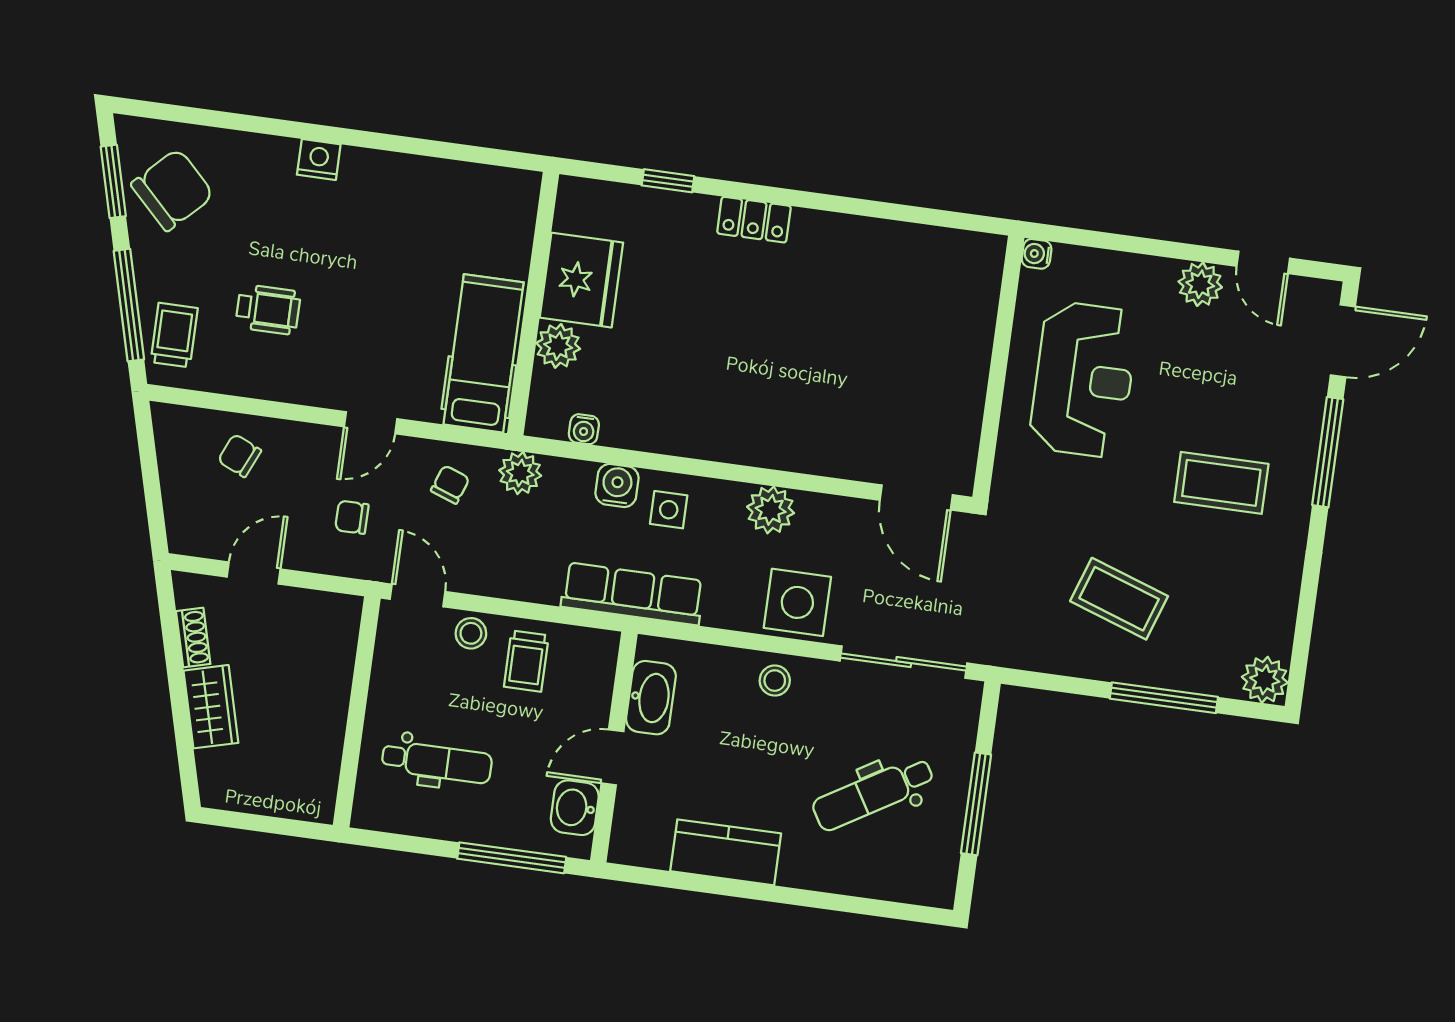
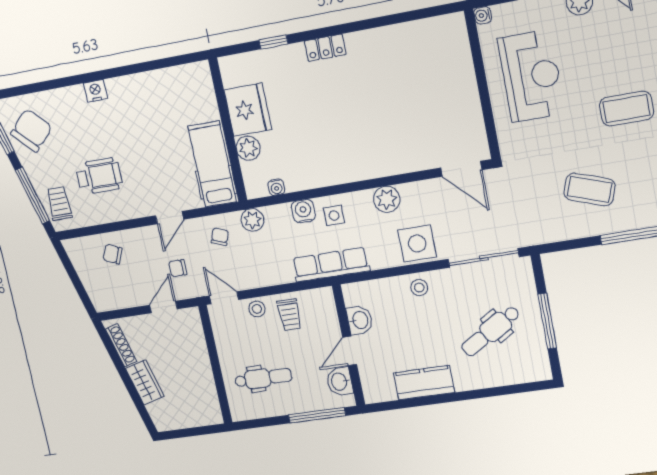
wheelchair: (268, 309) -> (99, 176), width x1.36, depth x1.37
door: (254, 573) -> (164, 307), moved
shoe rack: (193, 638) -> (121, 345), width x1.43
washbasin: (651, 698) -> (360, 320), width x0.72

